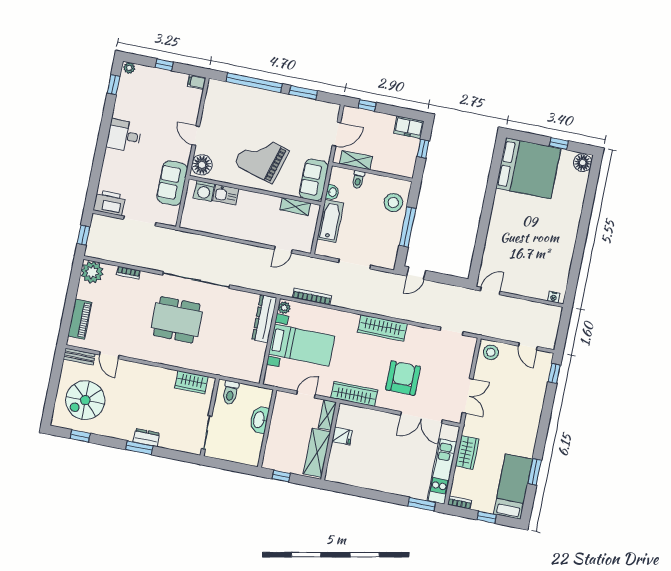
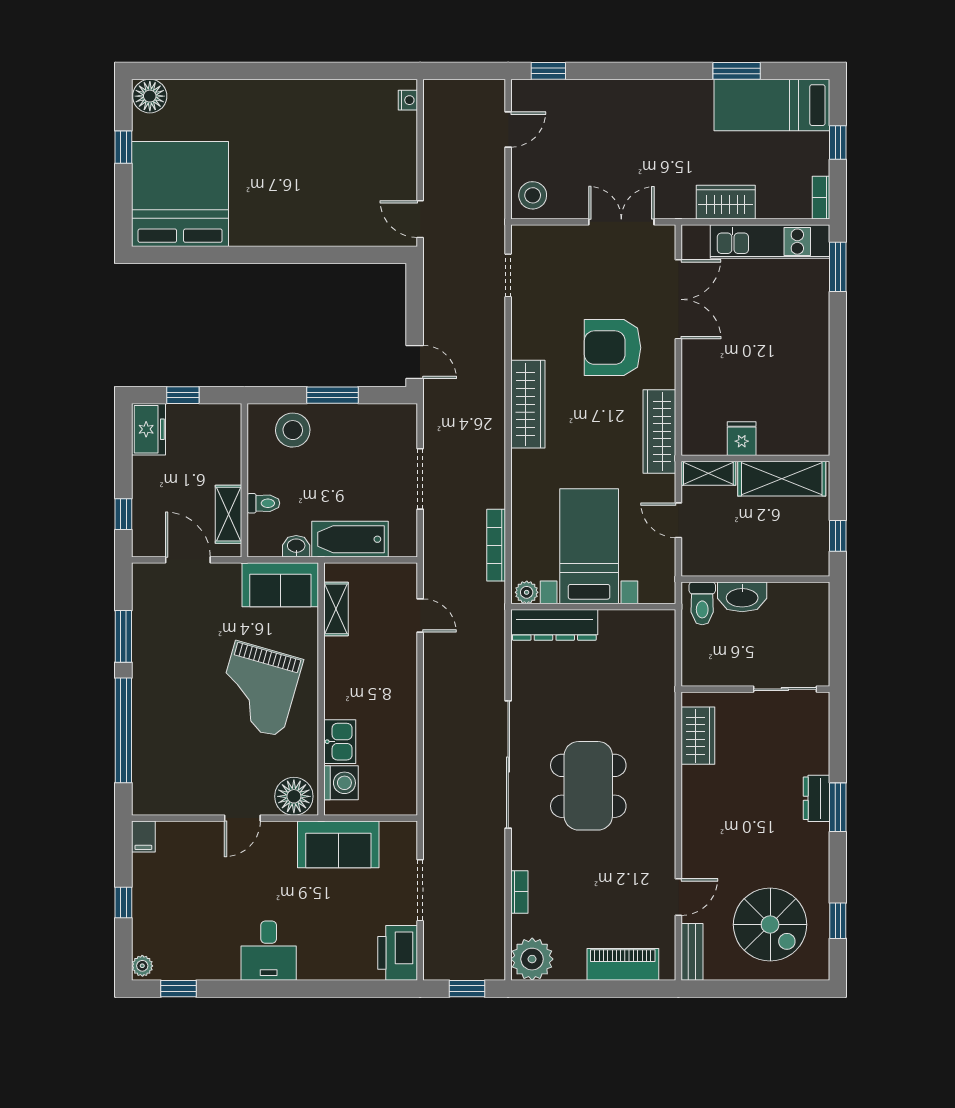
window: (407, 227) -> (332, 395), width x0.69
toilet: (230, 393) -> (702, 603), moved, turned 90

